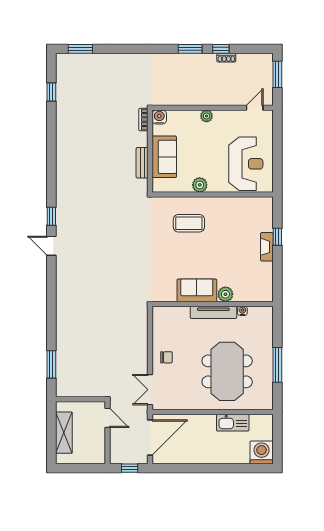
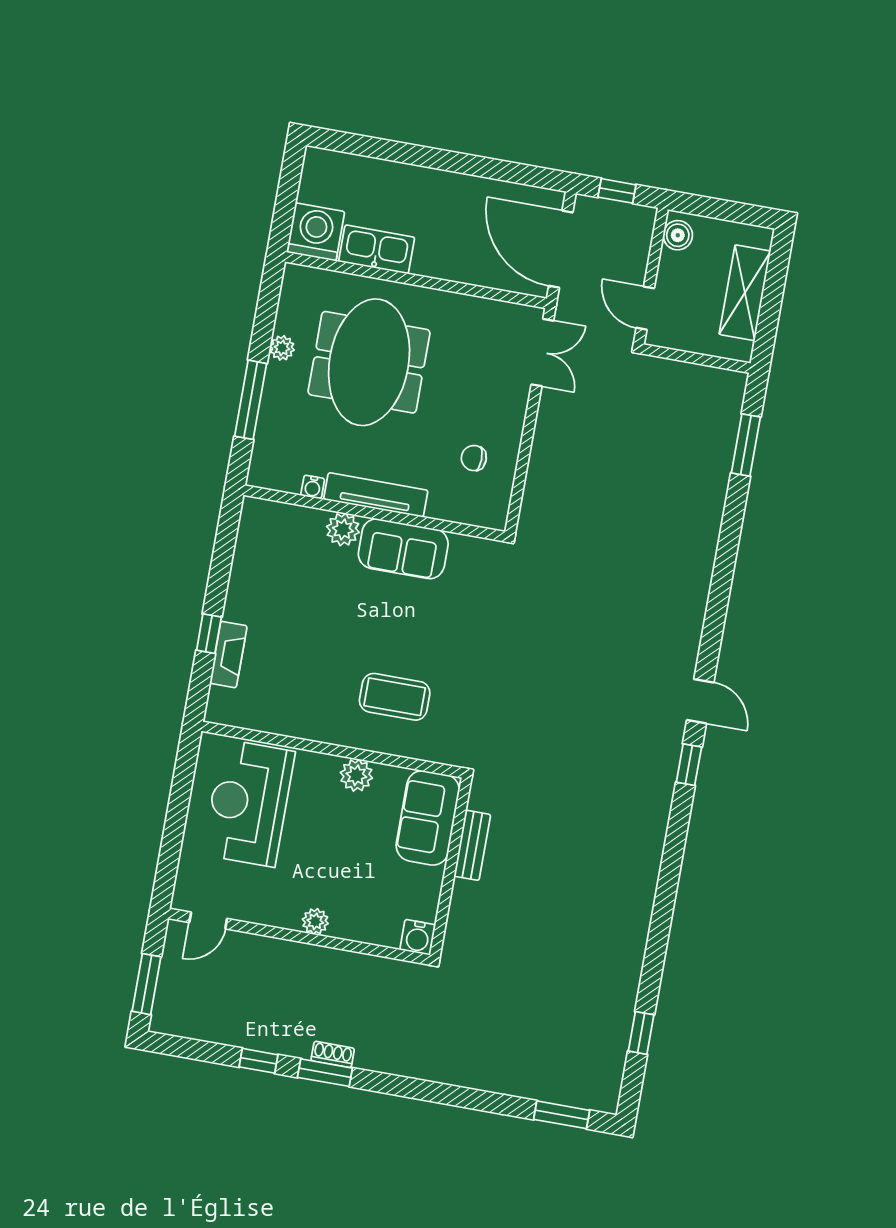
shoe rack: (226, 58) -> (333, 1054), moved
bookcase: (143, 120) -> (453, 938), removed
sofa: (164, 157) -> (428, 818), moved
fireplace: (267, 247) -> (228, 655), moved
chair: (166, 357) -> (474, 458), moved
window: (277, 365) -> (251, 400), moved
plant: (267, 371) -> (282, 348), added
door: (150, 437) -> (561, 249), hinge flipped
washing machine: (262, 452) -> (316, 232), moved, turned 180
boiler: (99, 453) -> (678, 235), added

